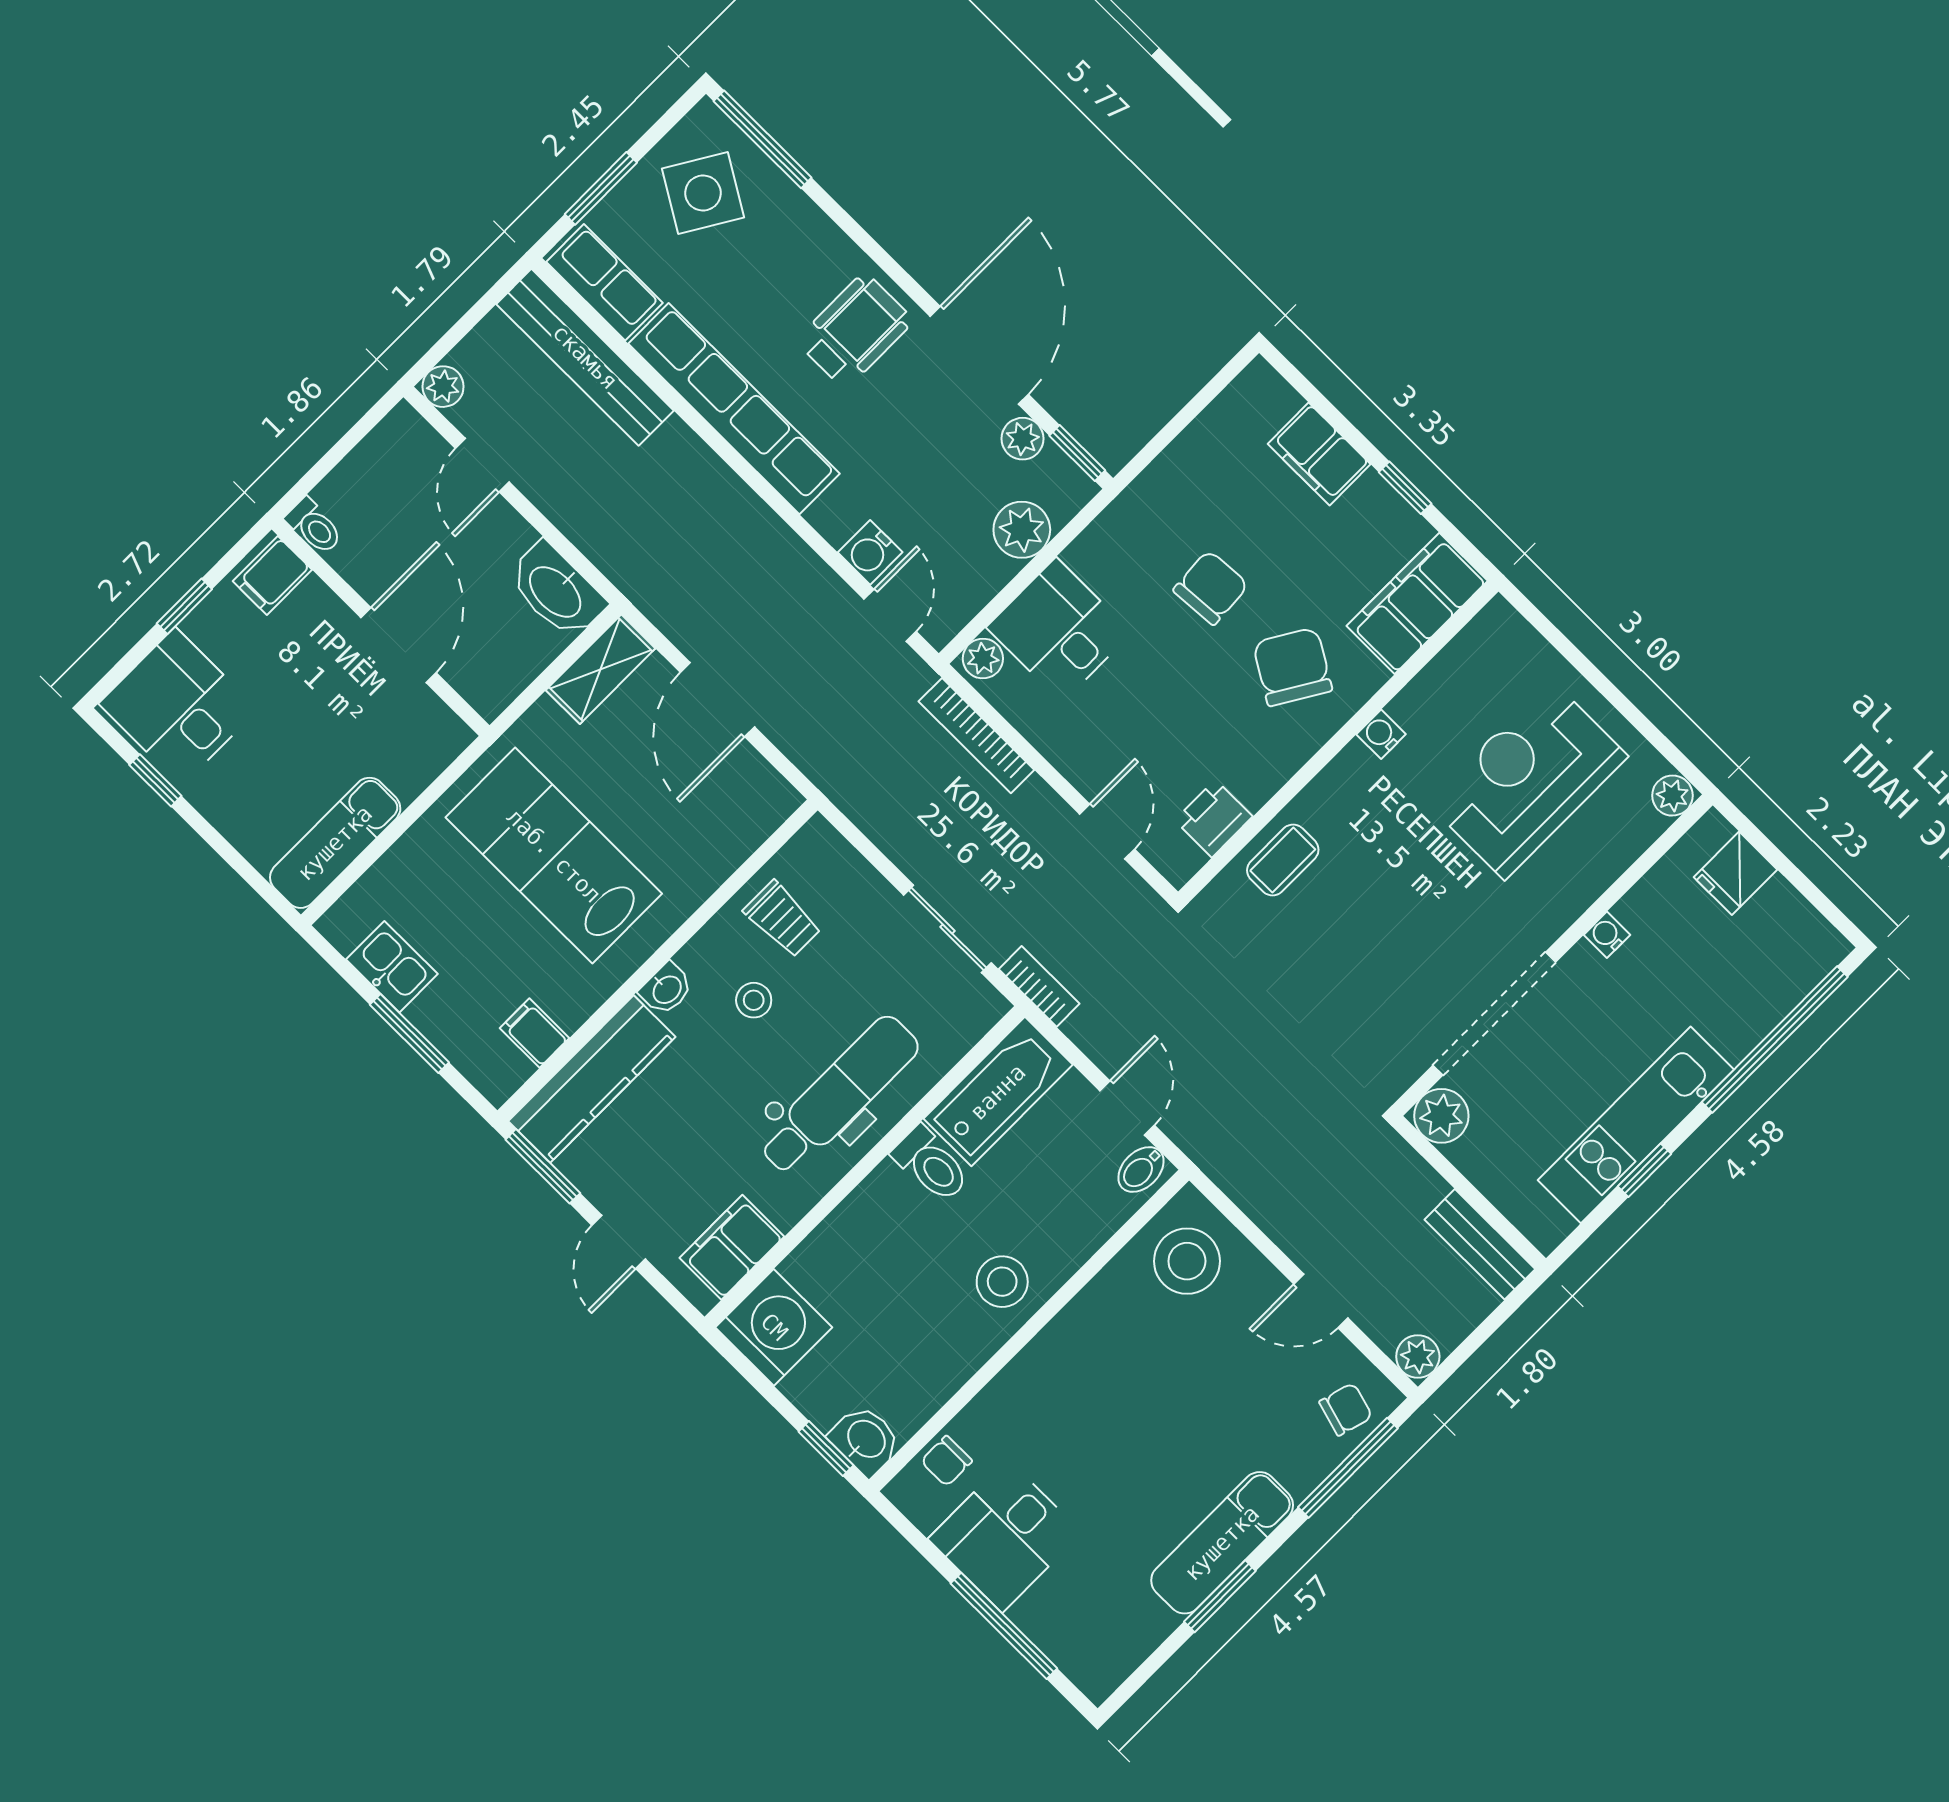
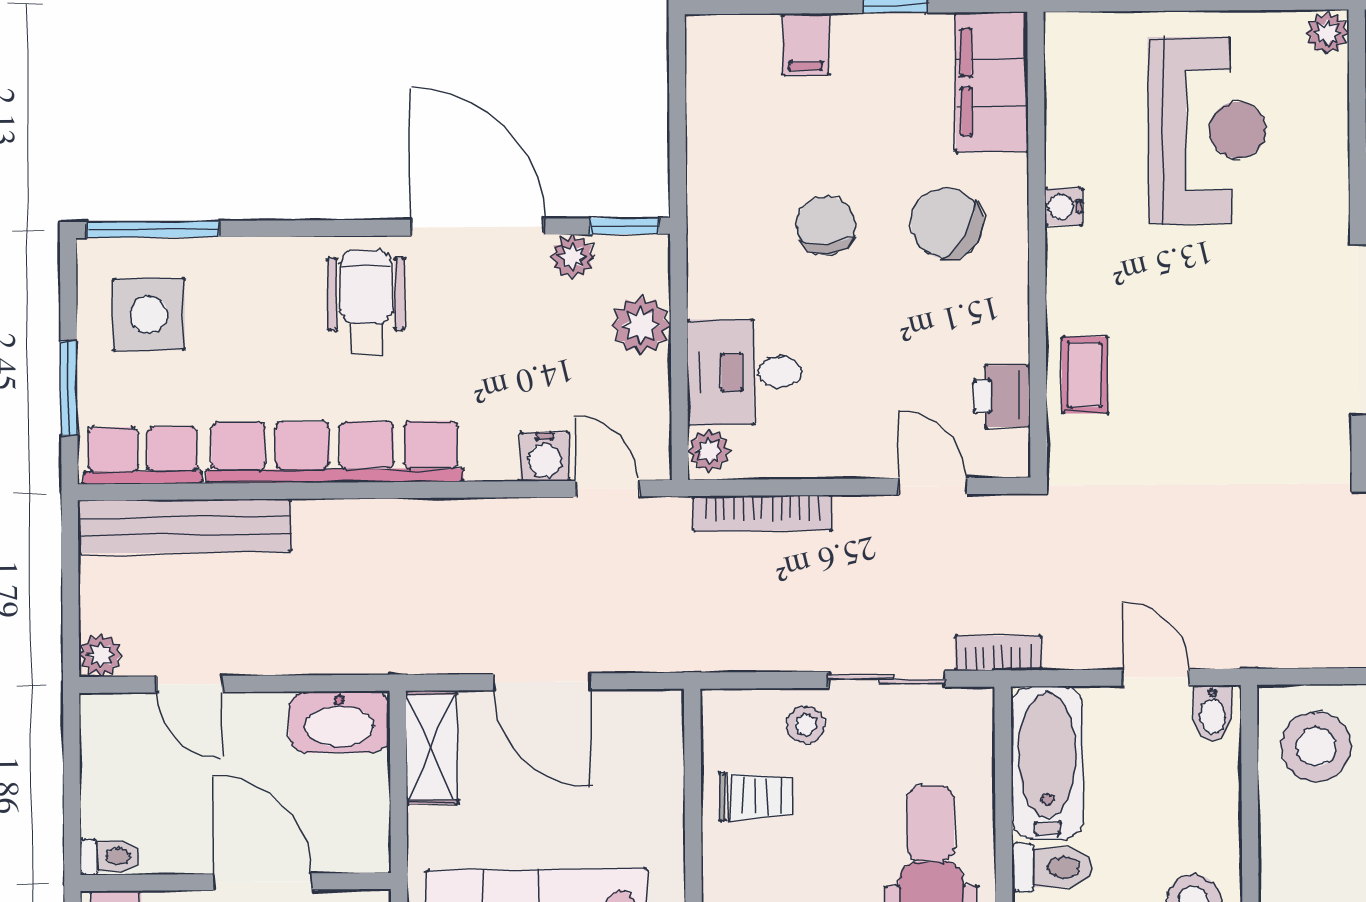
side table: (703, 193) -> (149, 314), turned -31
filing cabinet: (1319, 454) -> (806, 44), width x0.50
reception desk: (1528, 780) -> (1207, 130), turned 180
stool: (754, 1000) -> (806, 725), moved

